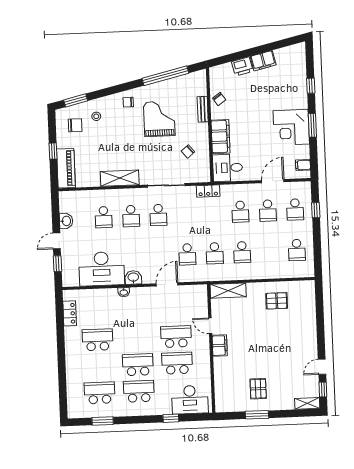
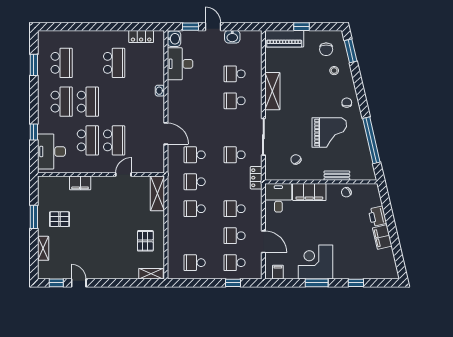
school desk: (158, 215) -> (235, 155), moved
desk: (102, 269) -> (180, 64), width x0.73, depth x0.77
washbasin: (133, 277) -> (174, 39), moved
shelving: (310, 294) -> (151, 274), added
filing cabinet: (220, 346) -> (80, 183), moved
shelving: (307, 403) -> (43, 248), moved

